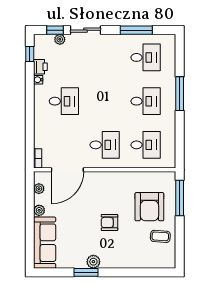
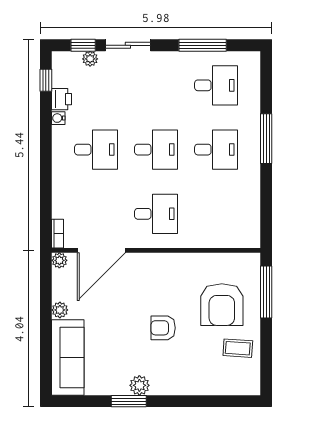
desk: (146, 145) -> (156, 150), moved
plant: (39, 189) -> (59, 260), moved

